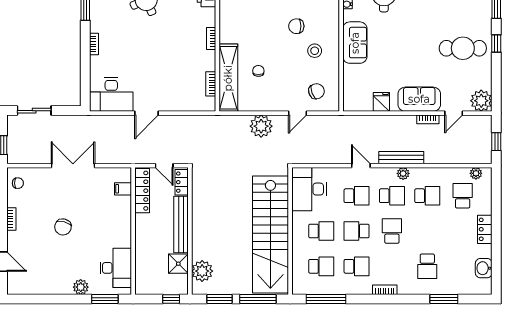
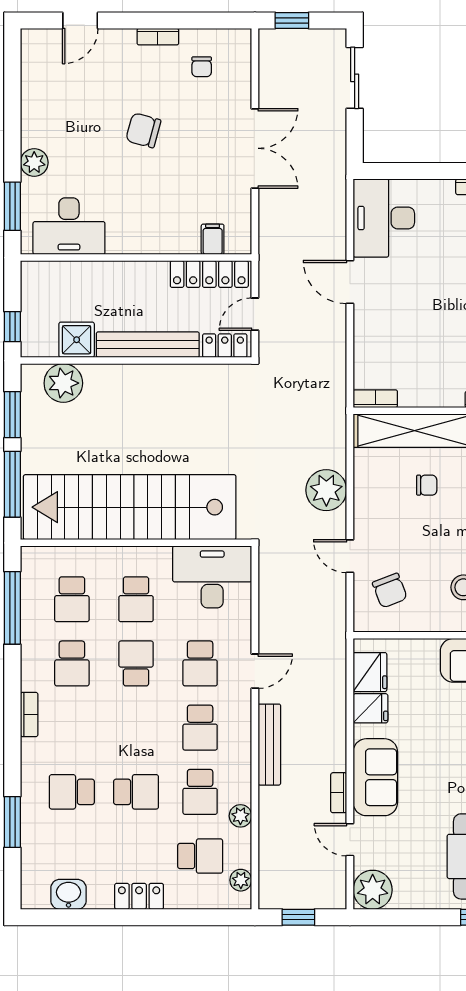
bookcase: (211, 84) -> (375, 399), moved
fridge: (361, 102) -> (370, 672), added
plant: (403, 173) -> (240, 816), moved
chair: (18, 183) -> (202, 67), moved
school desk: (392, 231) -> (136, 792), moved

